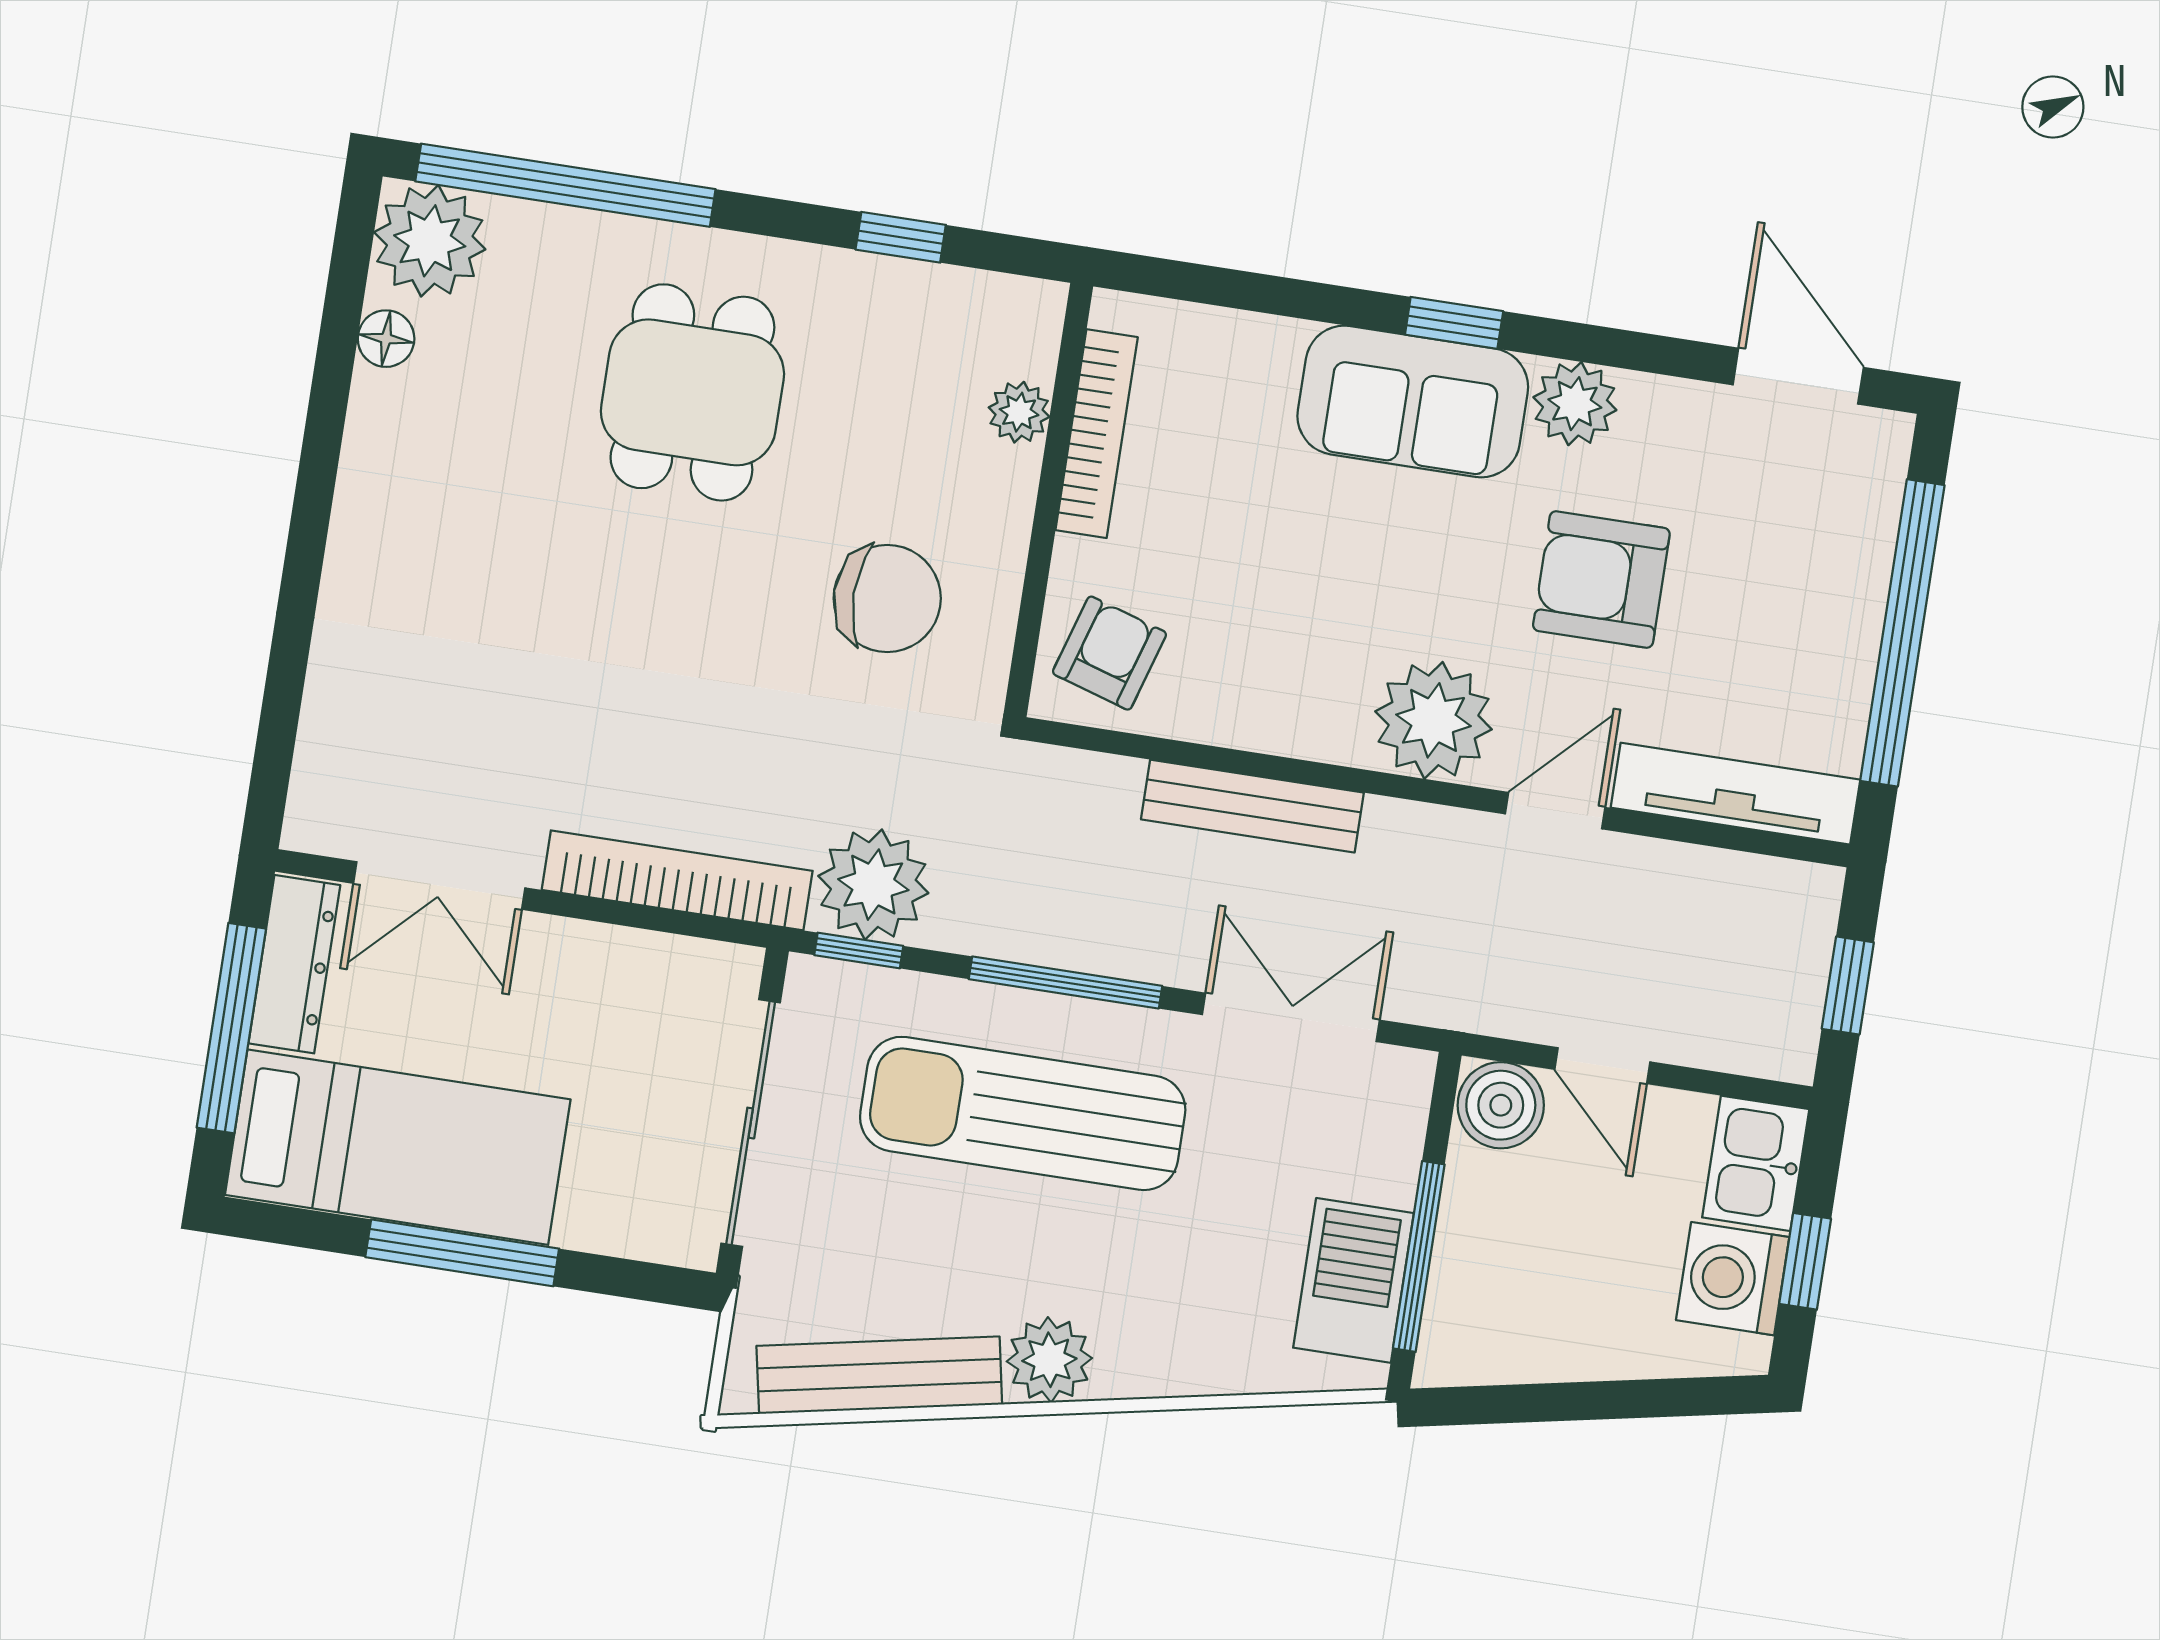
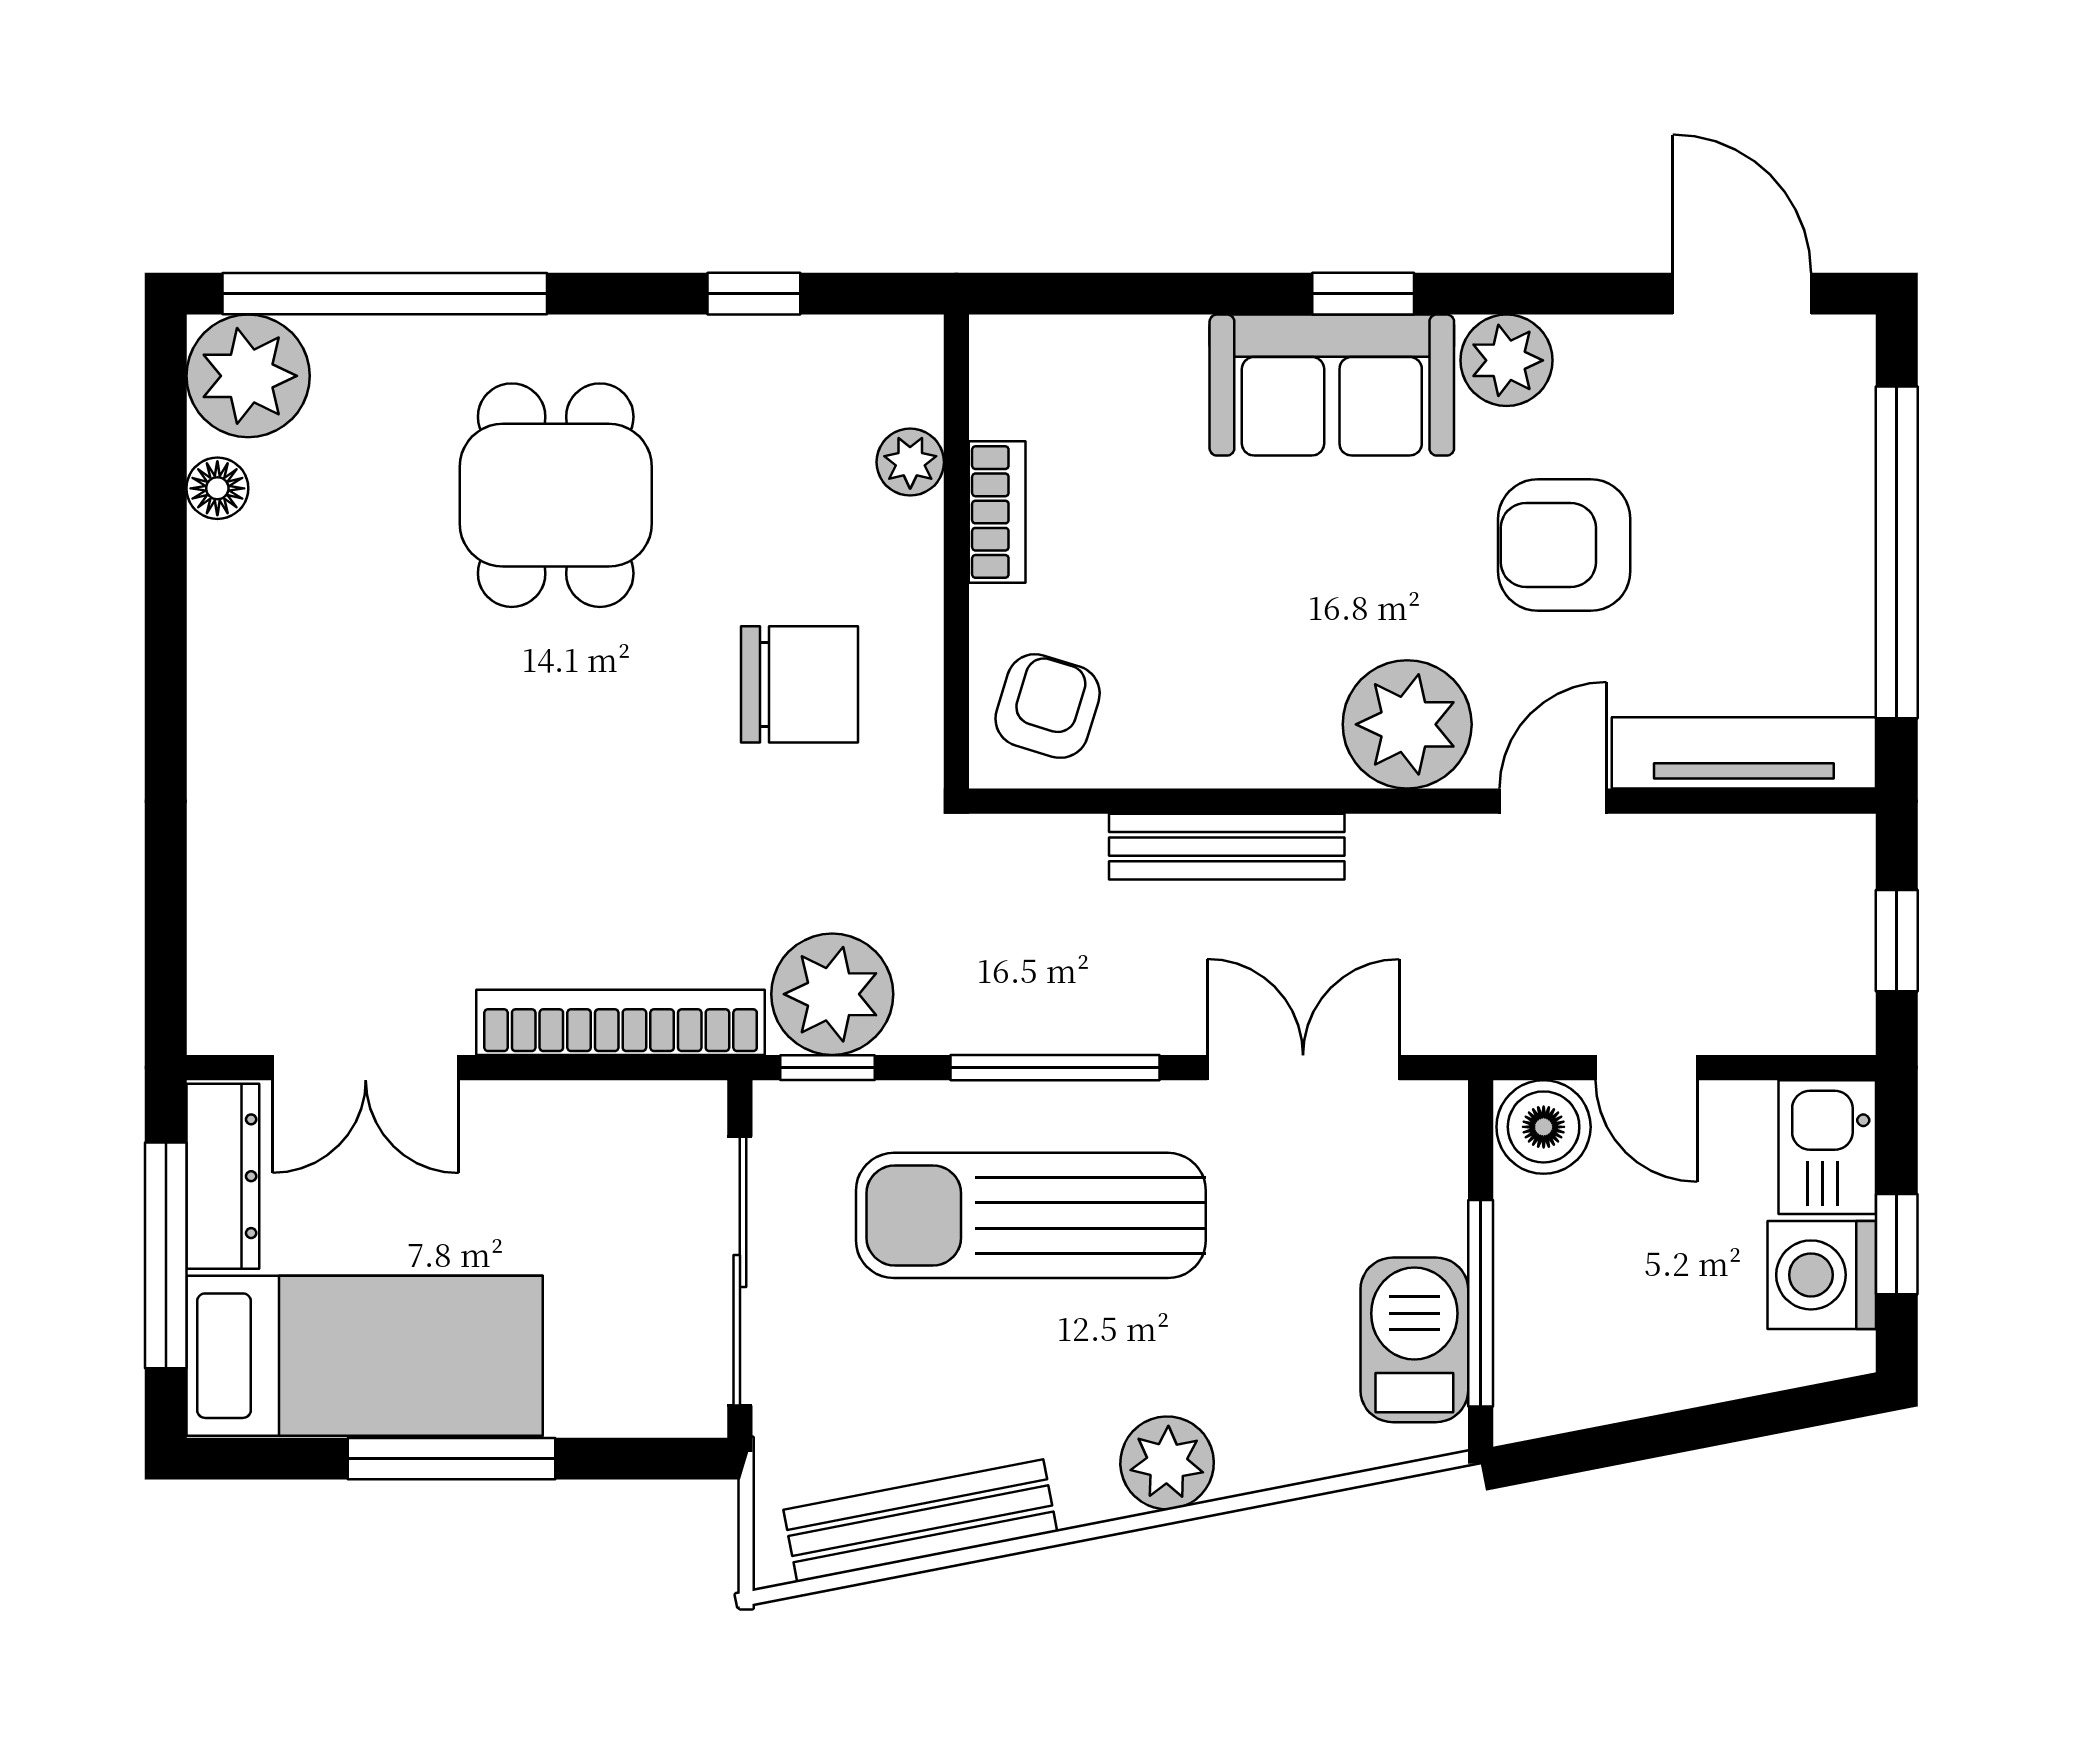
bookcase: (1097, 434) -> (997, 512), width x0.64
plant: (1049, 1360) -> (1167, 1463), moved

